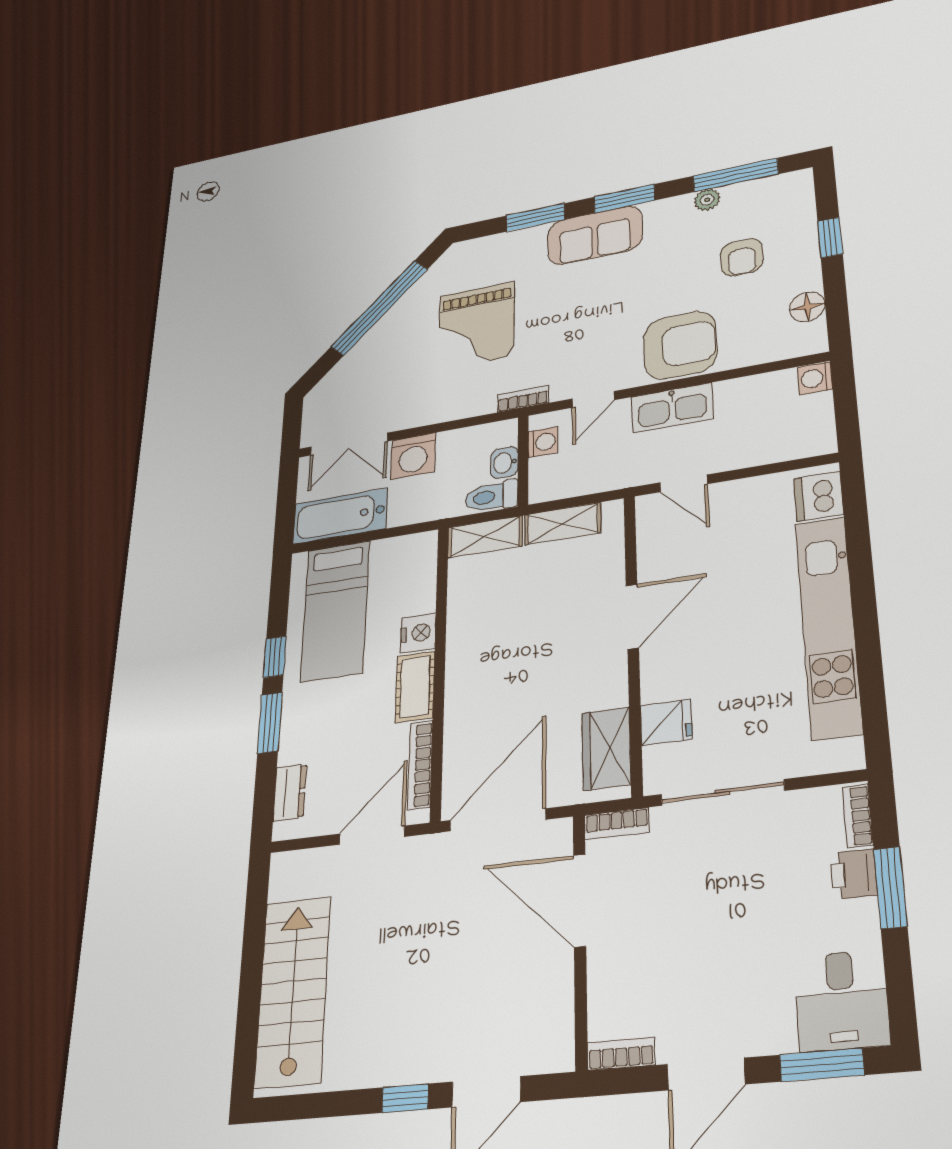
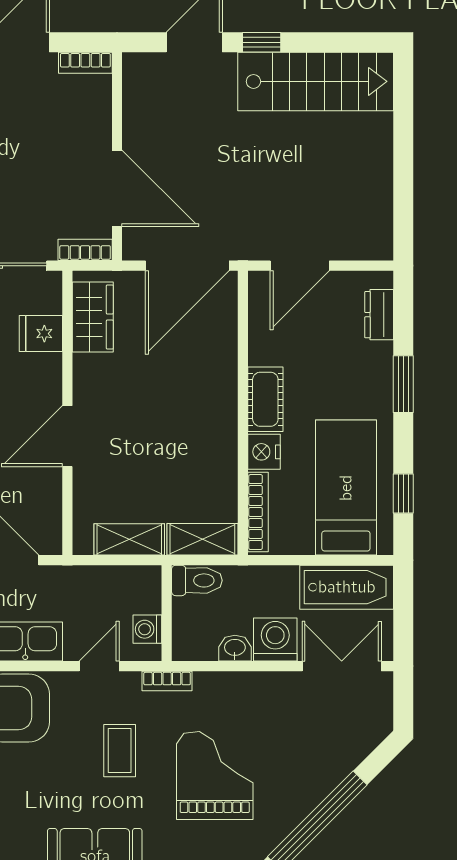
coffee table: (571, 329) -> (120, 751), added
washbasin: (504, 463) -> (235, 648), moved, turned -90
window: (275, 657) -> (403, 493), moved
bookcase: (420, 765) -> (258, 512), moved
stairs: (293, 991) -> (316, 81), moved, turned -90

